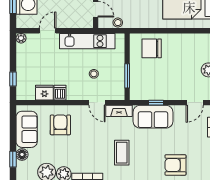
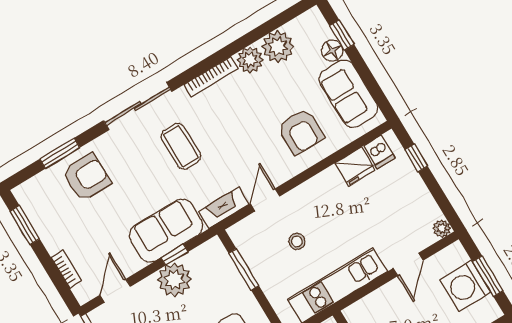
plant: (163, 91) -> (175, 280), added
dishwasher: (60, 93) -> (379, 152), moved
door: (97, 103) -> (265, 200), hinge flipped

